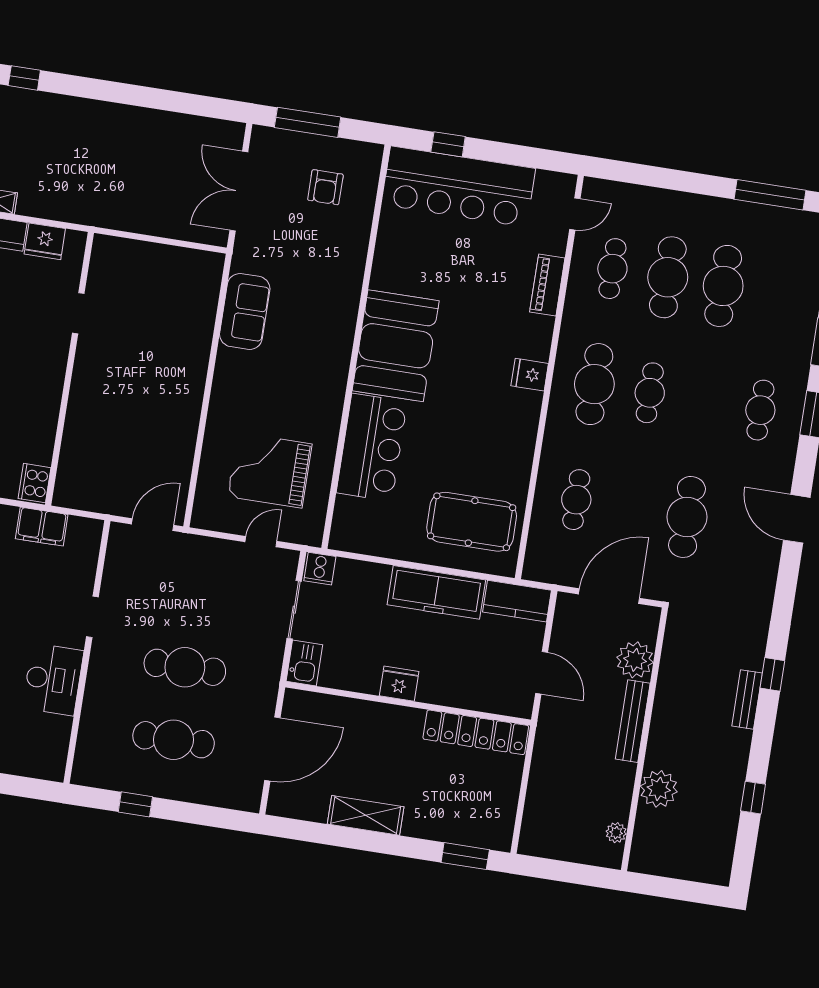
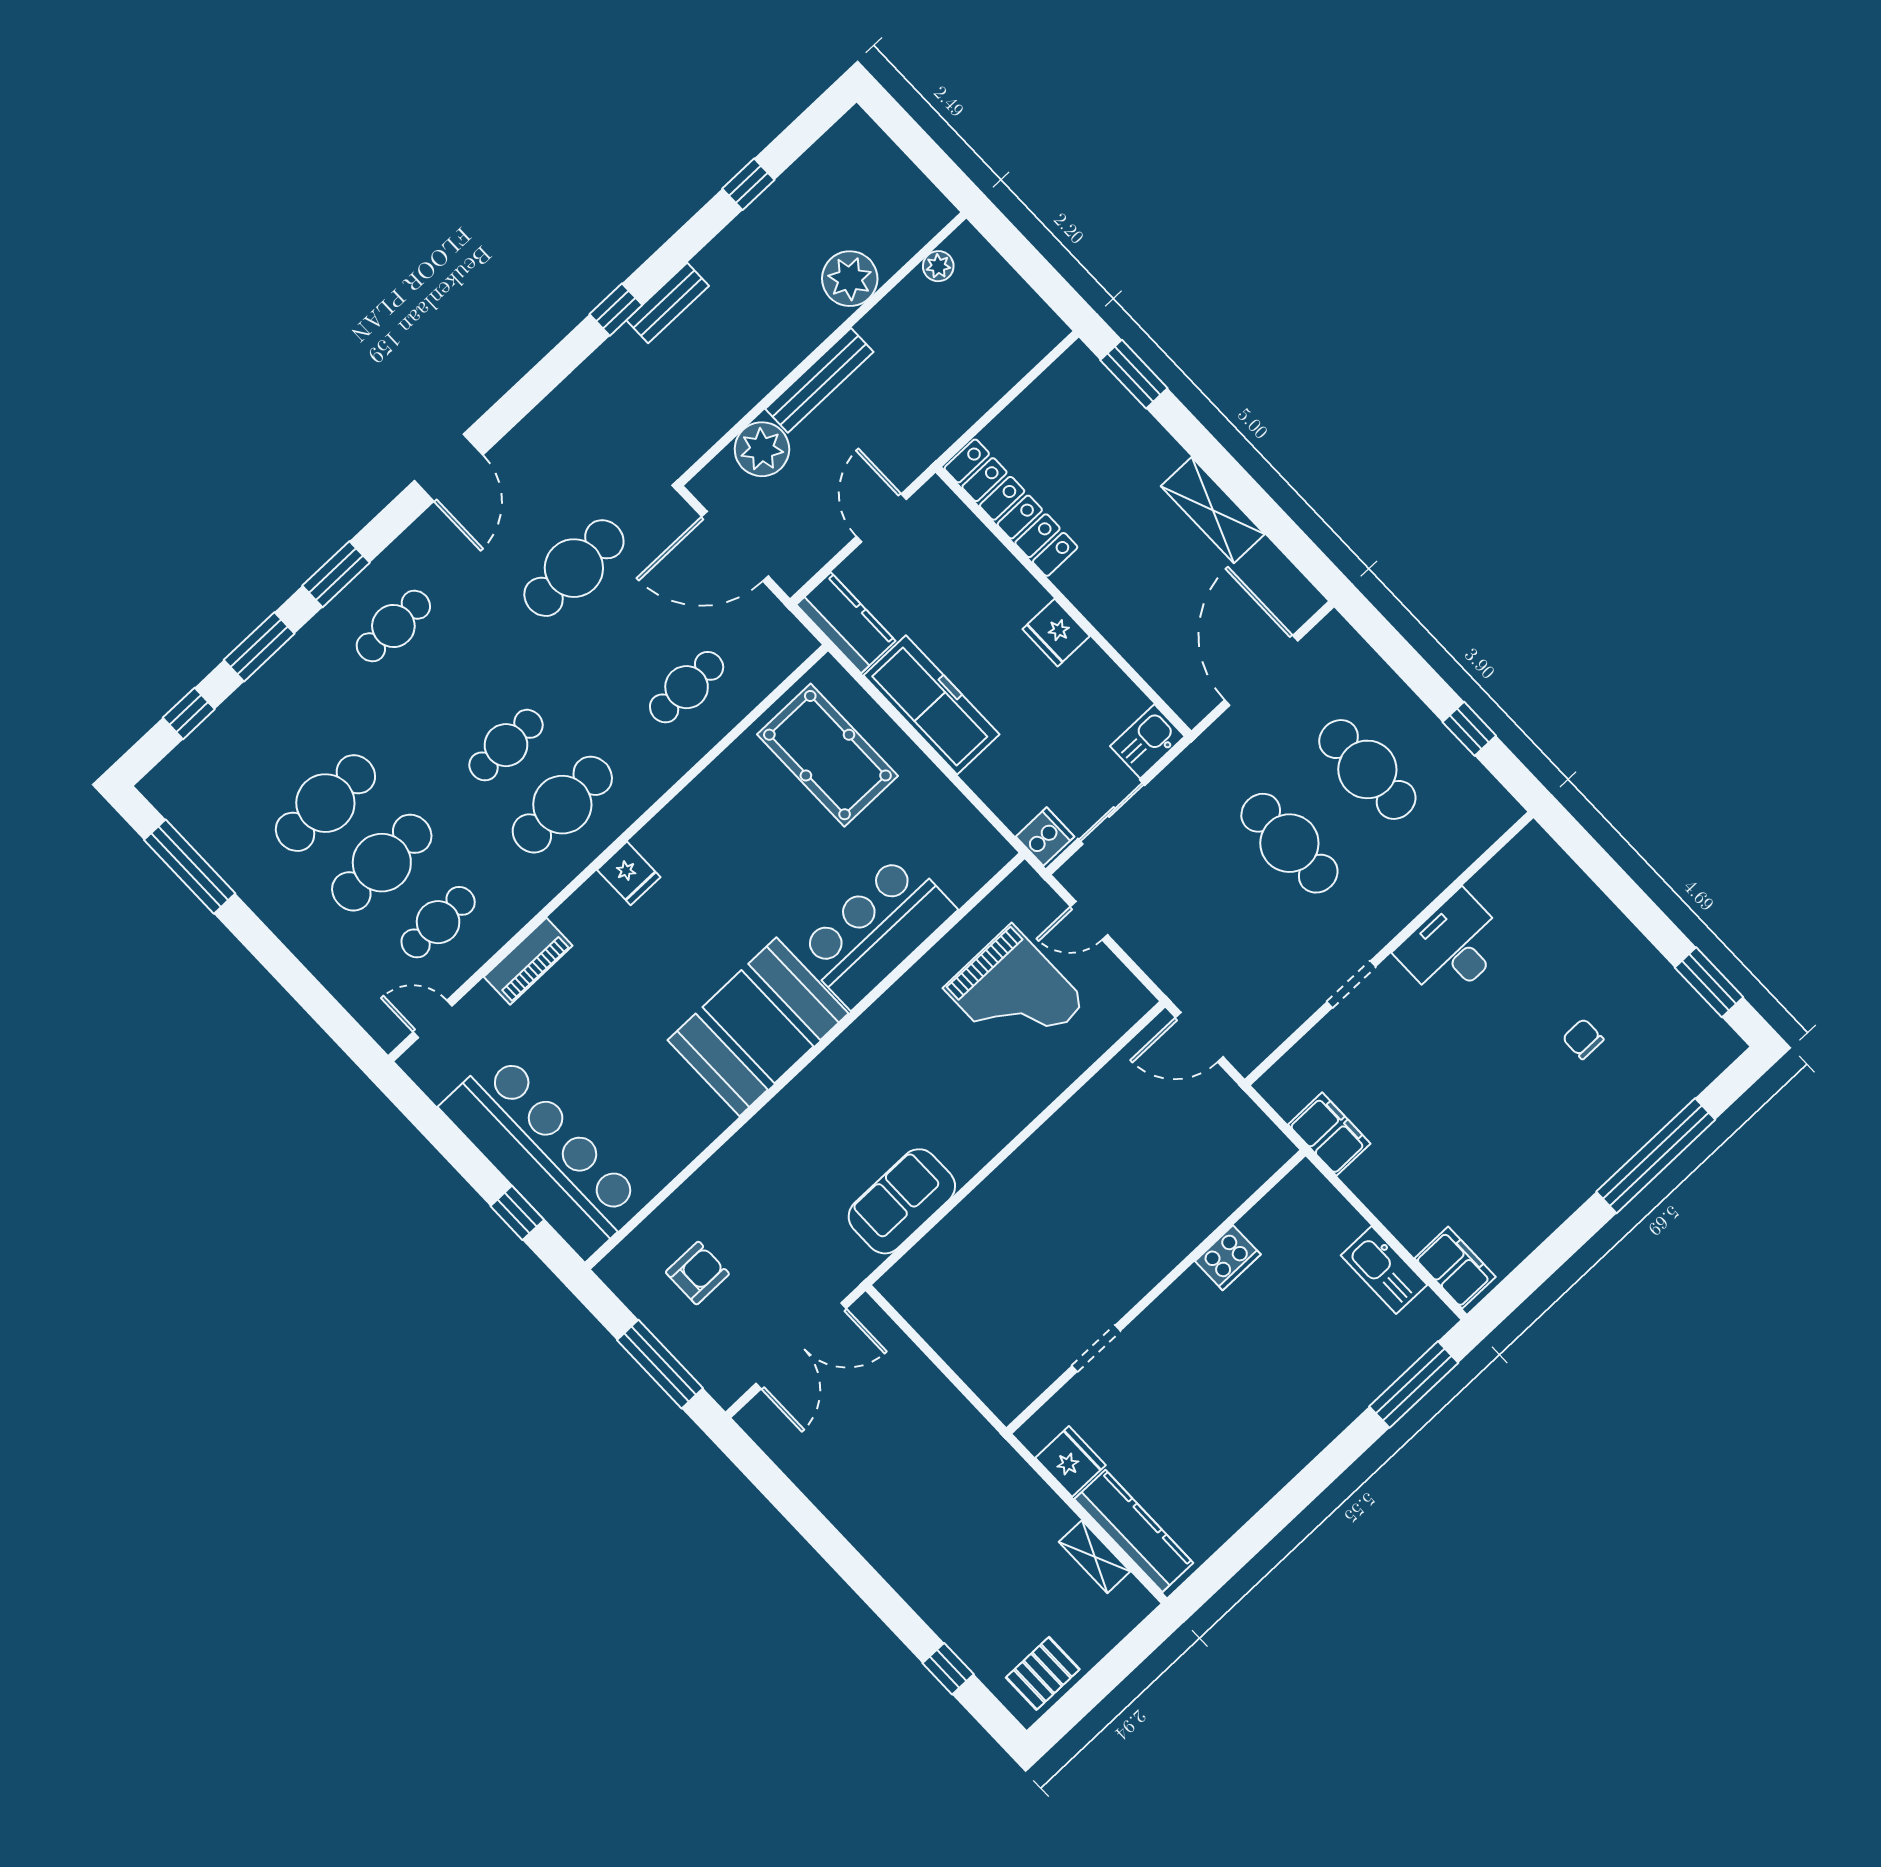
cooker: (35, 483) -> (1228, 1258), moved
door: (272, 749) -> (1261, 670), hinge flipped

